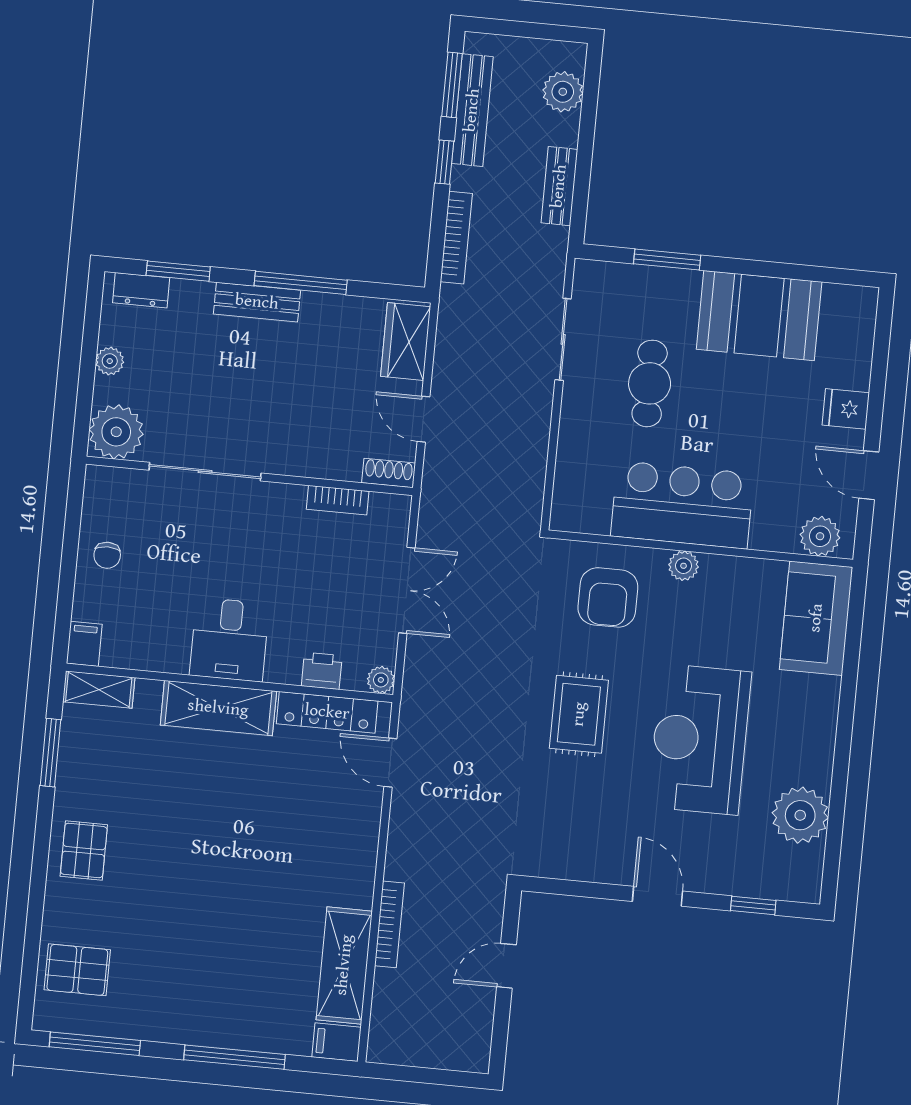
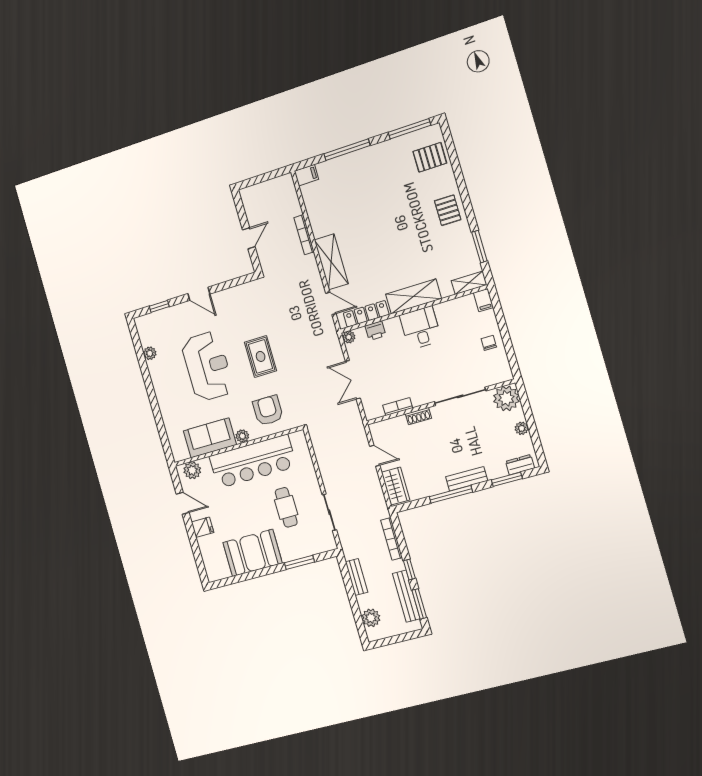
shoe rack: (389, 473) -> (418, 416), moved
bar counter: (682, 505) -> (253, 461), width x1.36
sofa: (816, 618) -> (210, 438), moved, turned -90
plant: (800, 815) -> (150, 353), width x0.53, depth x0.53
shelving: (344, 965) -> (331, 262), moved

